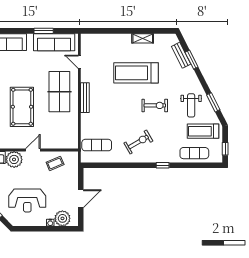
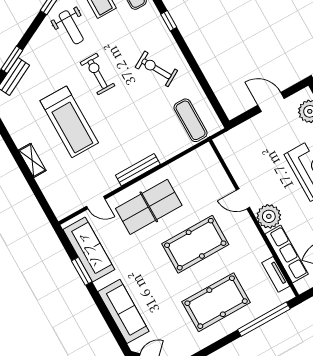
shelving: (143, 38) -> (32, 160), moved
door: (79, 62) -> (96, 203), hinge flipped
weight bench: (191, 105) -> (71, 27), turned 90
coffee table: (55, 163) -> (244, 161), removed

